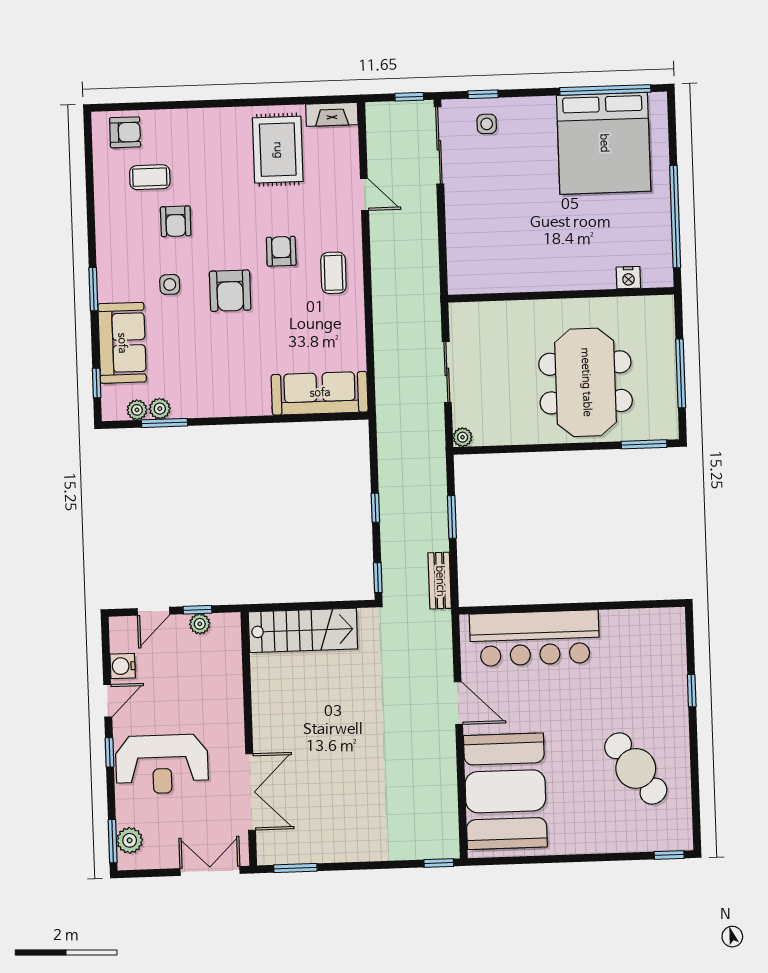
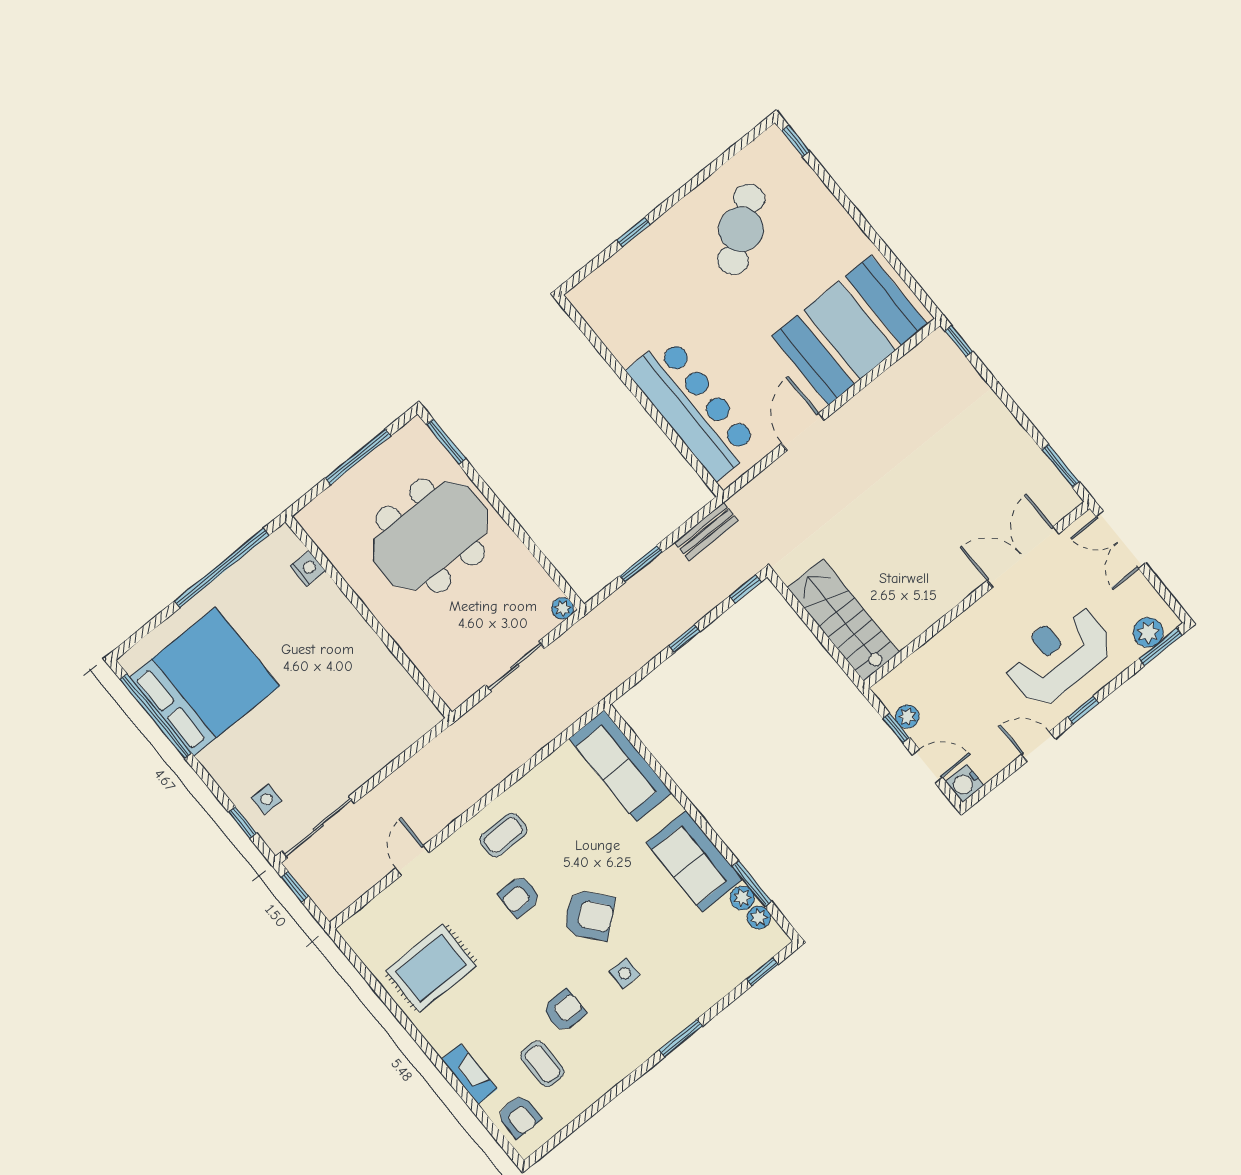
fireplace: (332, 114) -> (469, 1074), moved
armchair: (125, 132) -> (519, 1116), turned 180
armchair: (230, 291) -> (589, 915), turned 50
sofa: (122, 343) -> (694, 861), moved, turned -90
water cooler: (123, 666) -> (965, 783), moved, turned 90
reception desk: (162, 764) -> (1058, 655), turned -90

